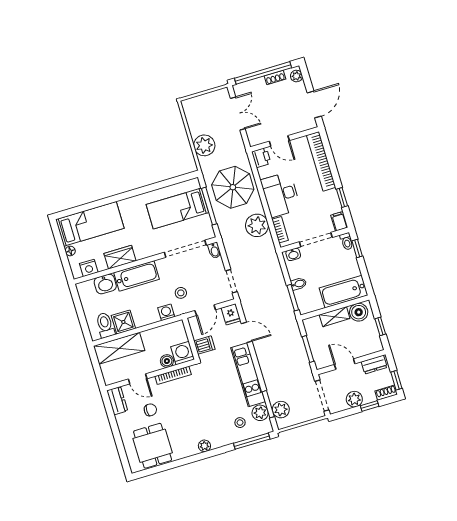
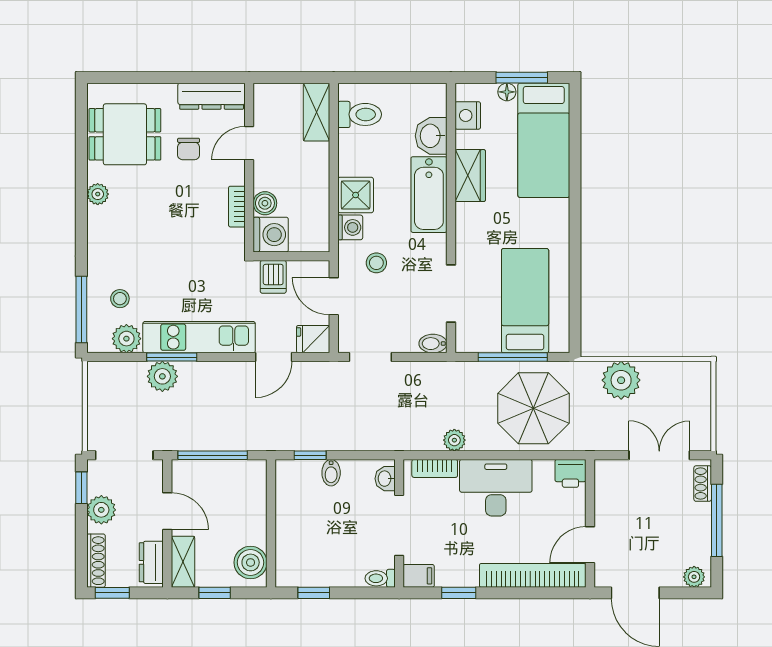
window: (263, 73) -> (717, 520), width x0.68
shoe rack: (275, 77) -> (703, 484), moved
double door: (238, 113) -> (659, 455), swing flipped
door: (279, 141) -> (590, 545), moved
plant: (257, 225) -> (454, 440), width x0.53, depth x0.53
window: (60, 245) -> (522, 78), added
window: (357, 248) -> (314, 593), moved
doorway: (185, 249) -> (451, 293), width x0.73
bathtub: (343, 292) -> (294, 547), removed
window: (293, 298) -> (310, 455), width x0.67
shelving: (335, 317) -> (183, 562), moved
shower: (123, 322) -> (356, 195), moved
shelving: (119, 348) -> (316, 112), width x0.67, depth x0.75
window: (308, 349) -> (213, 455), width x1.44
door: (345, 364) -> (167, 511), hinge flipped
bookcase: (173, 375) -> (237, 207), width x0.64
shoe rack: (386, 393) -> (96, 561), width x1.43
dresser: (117, 401) -> (212, 96), width x1.44
window: (268, 404) -> (172, 357), moved
window: (370, 406) -> (81, 488), moved
plant: (281, 410) -> (162, 376), moved
plant: (204, 446) -> (98, 194), moved

